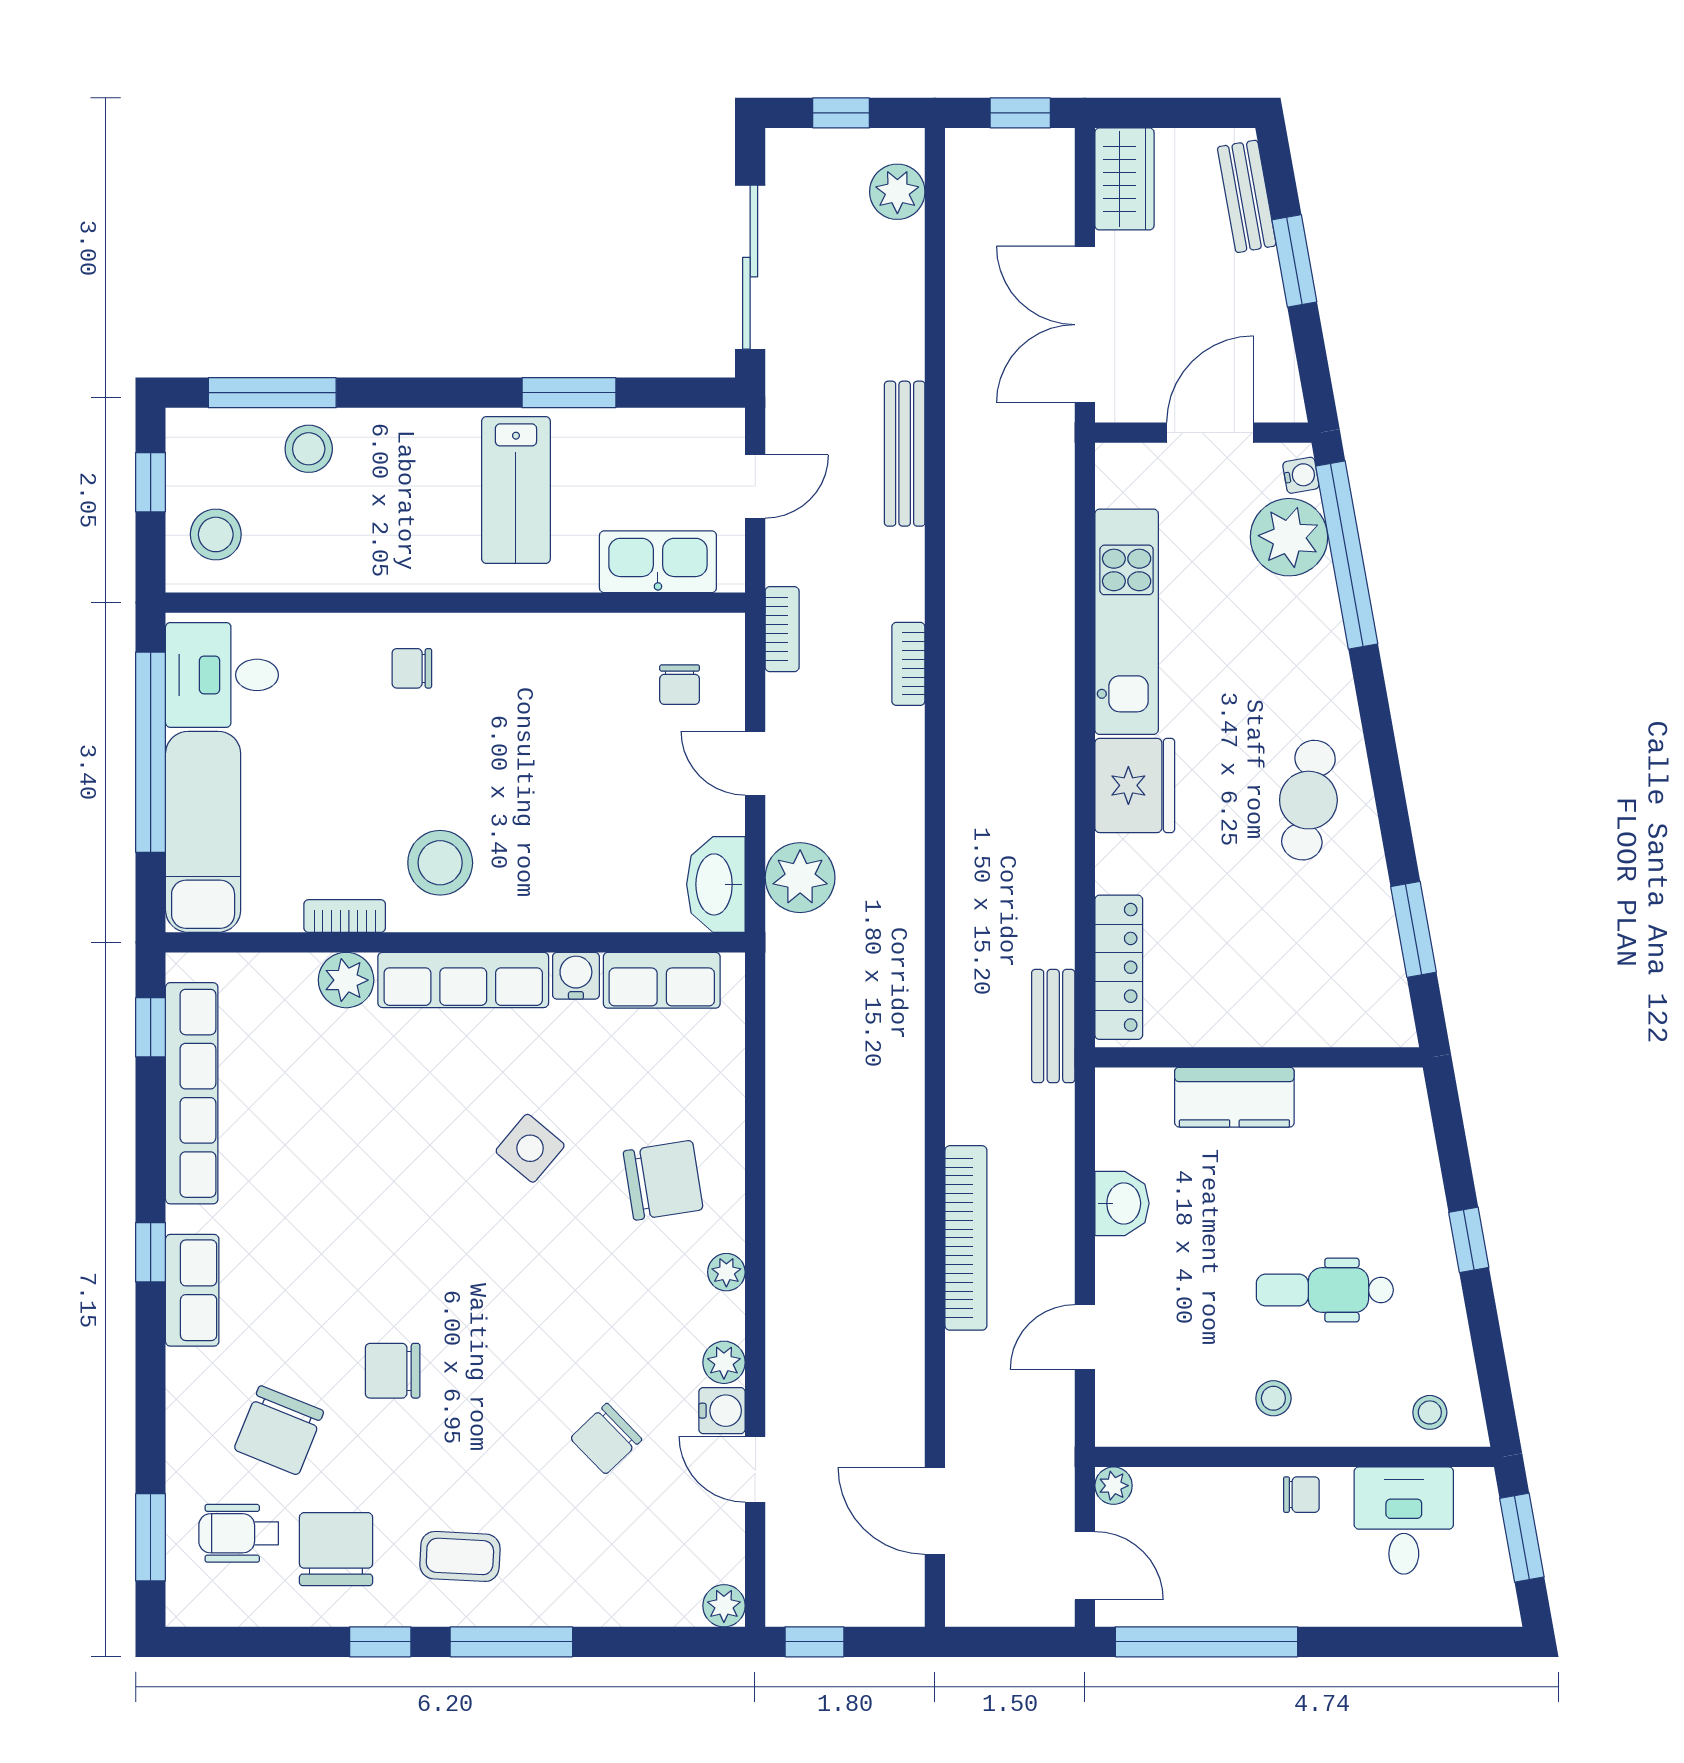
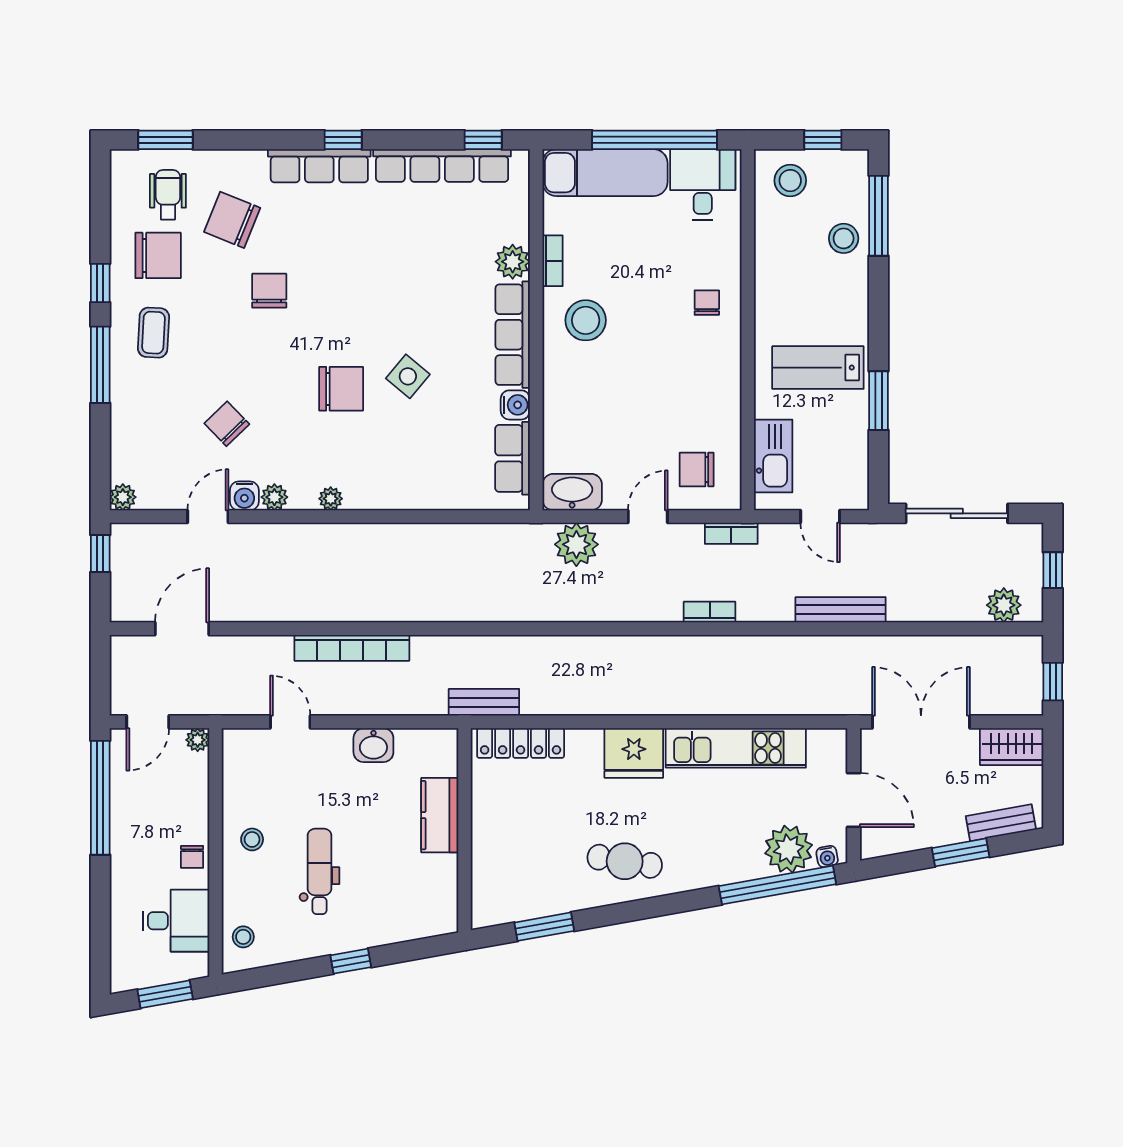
chair: (680, 685) -> (697, 469), width x1.37, depth x1.37
chair: (663, 1180) -> (341, 389), moved, turned -81
row of seats: (192, 1290) -> (319, 166), width x1.48

